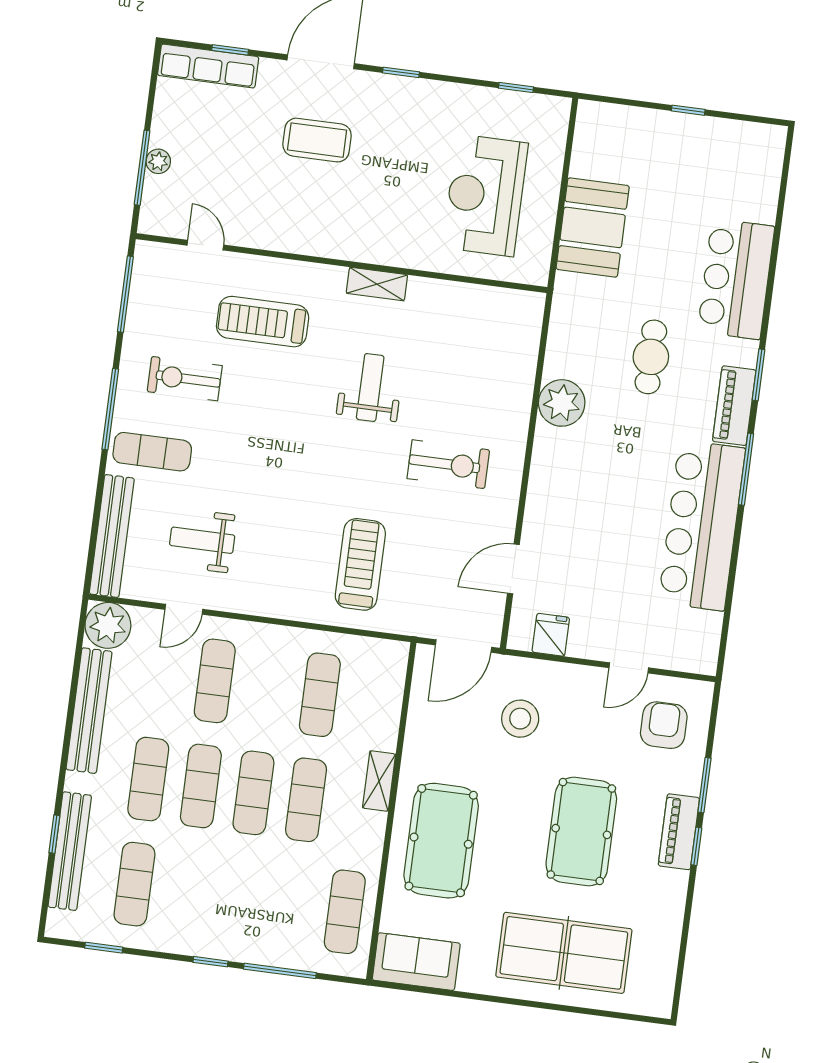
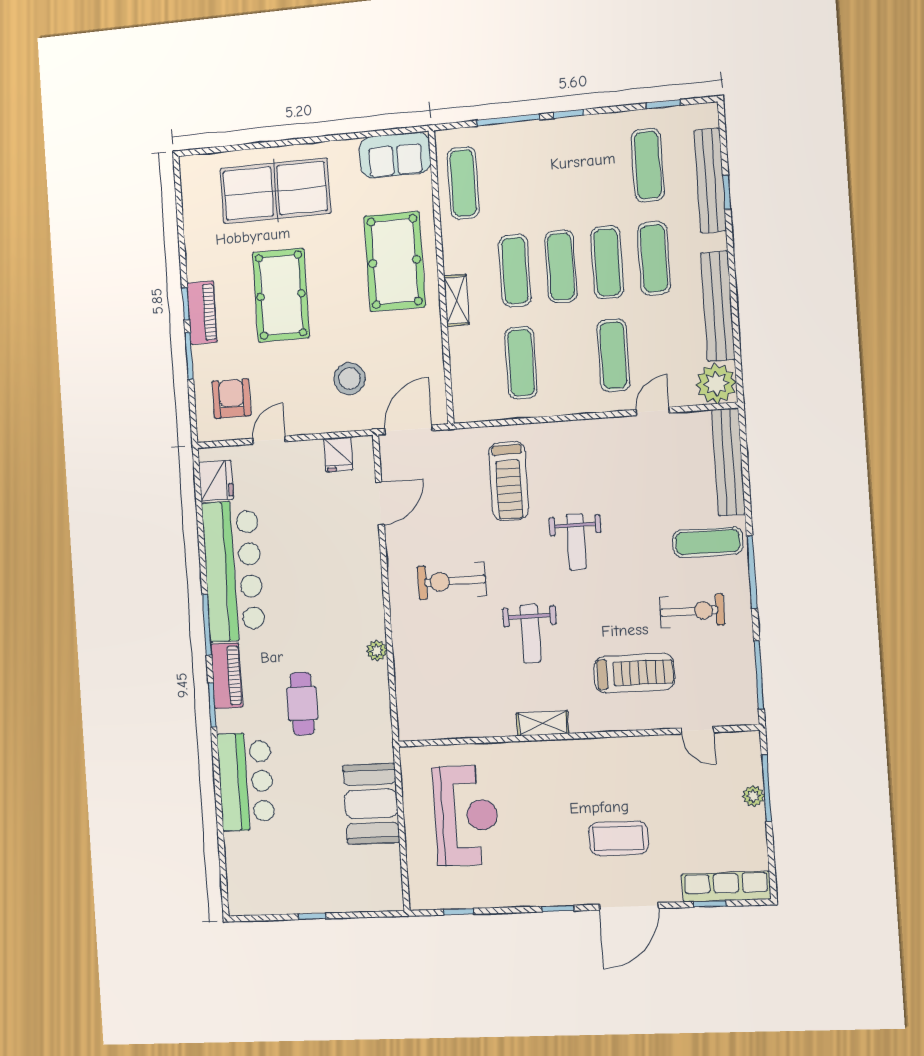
plant: (562, 403) -> (377, 651), width x0.53, depth x0.53
weight bench: (202, 540) -> (576, 542), moved, turned 90
fridge: (701, 634) -> (216, 481), added
armchair: (664, 725) -> (231, 398), turned 180

